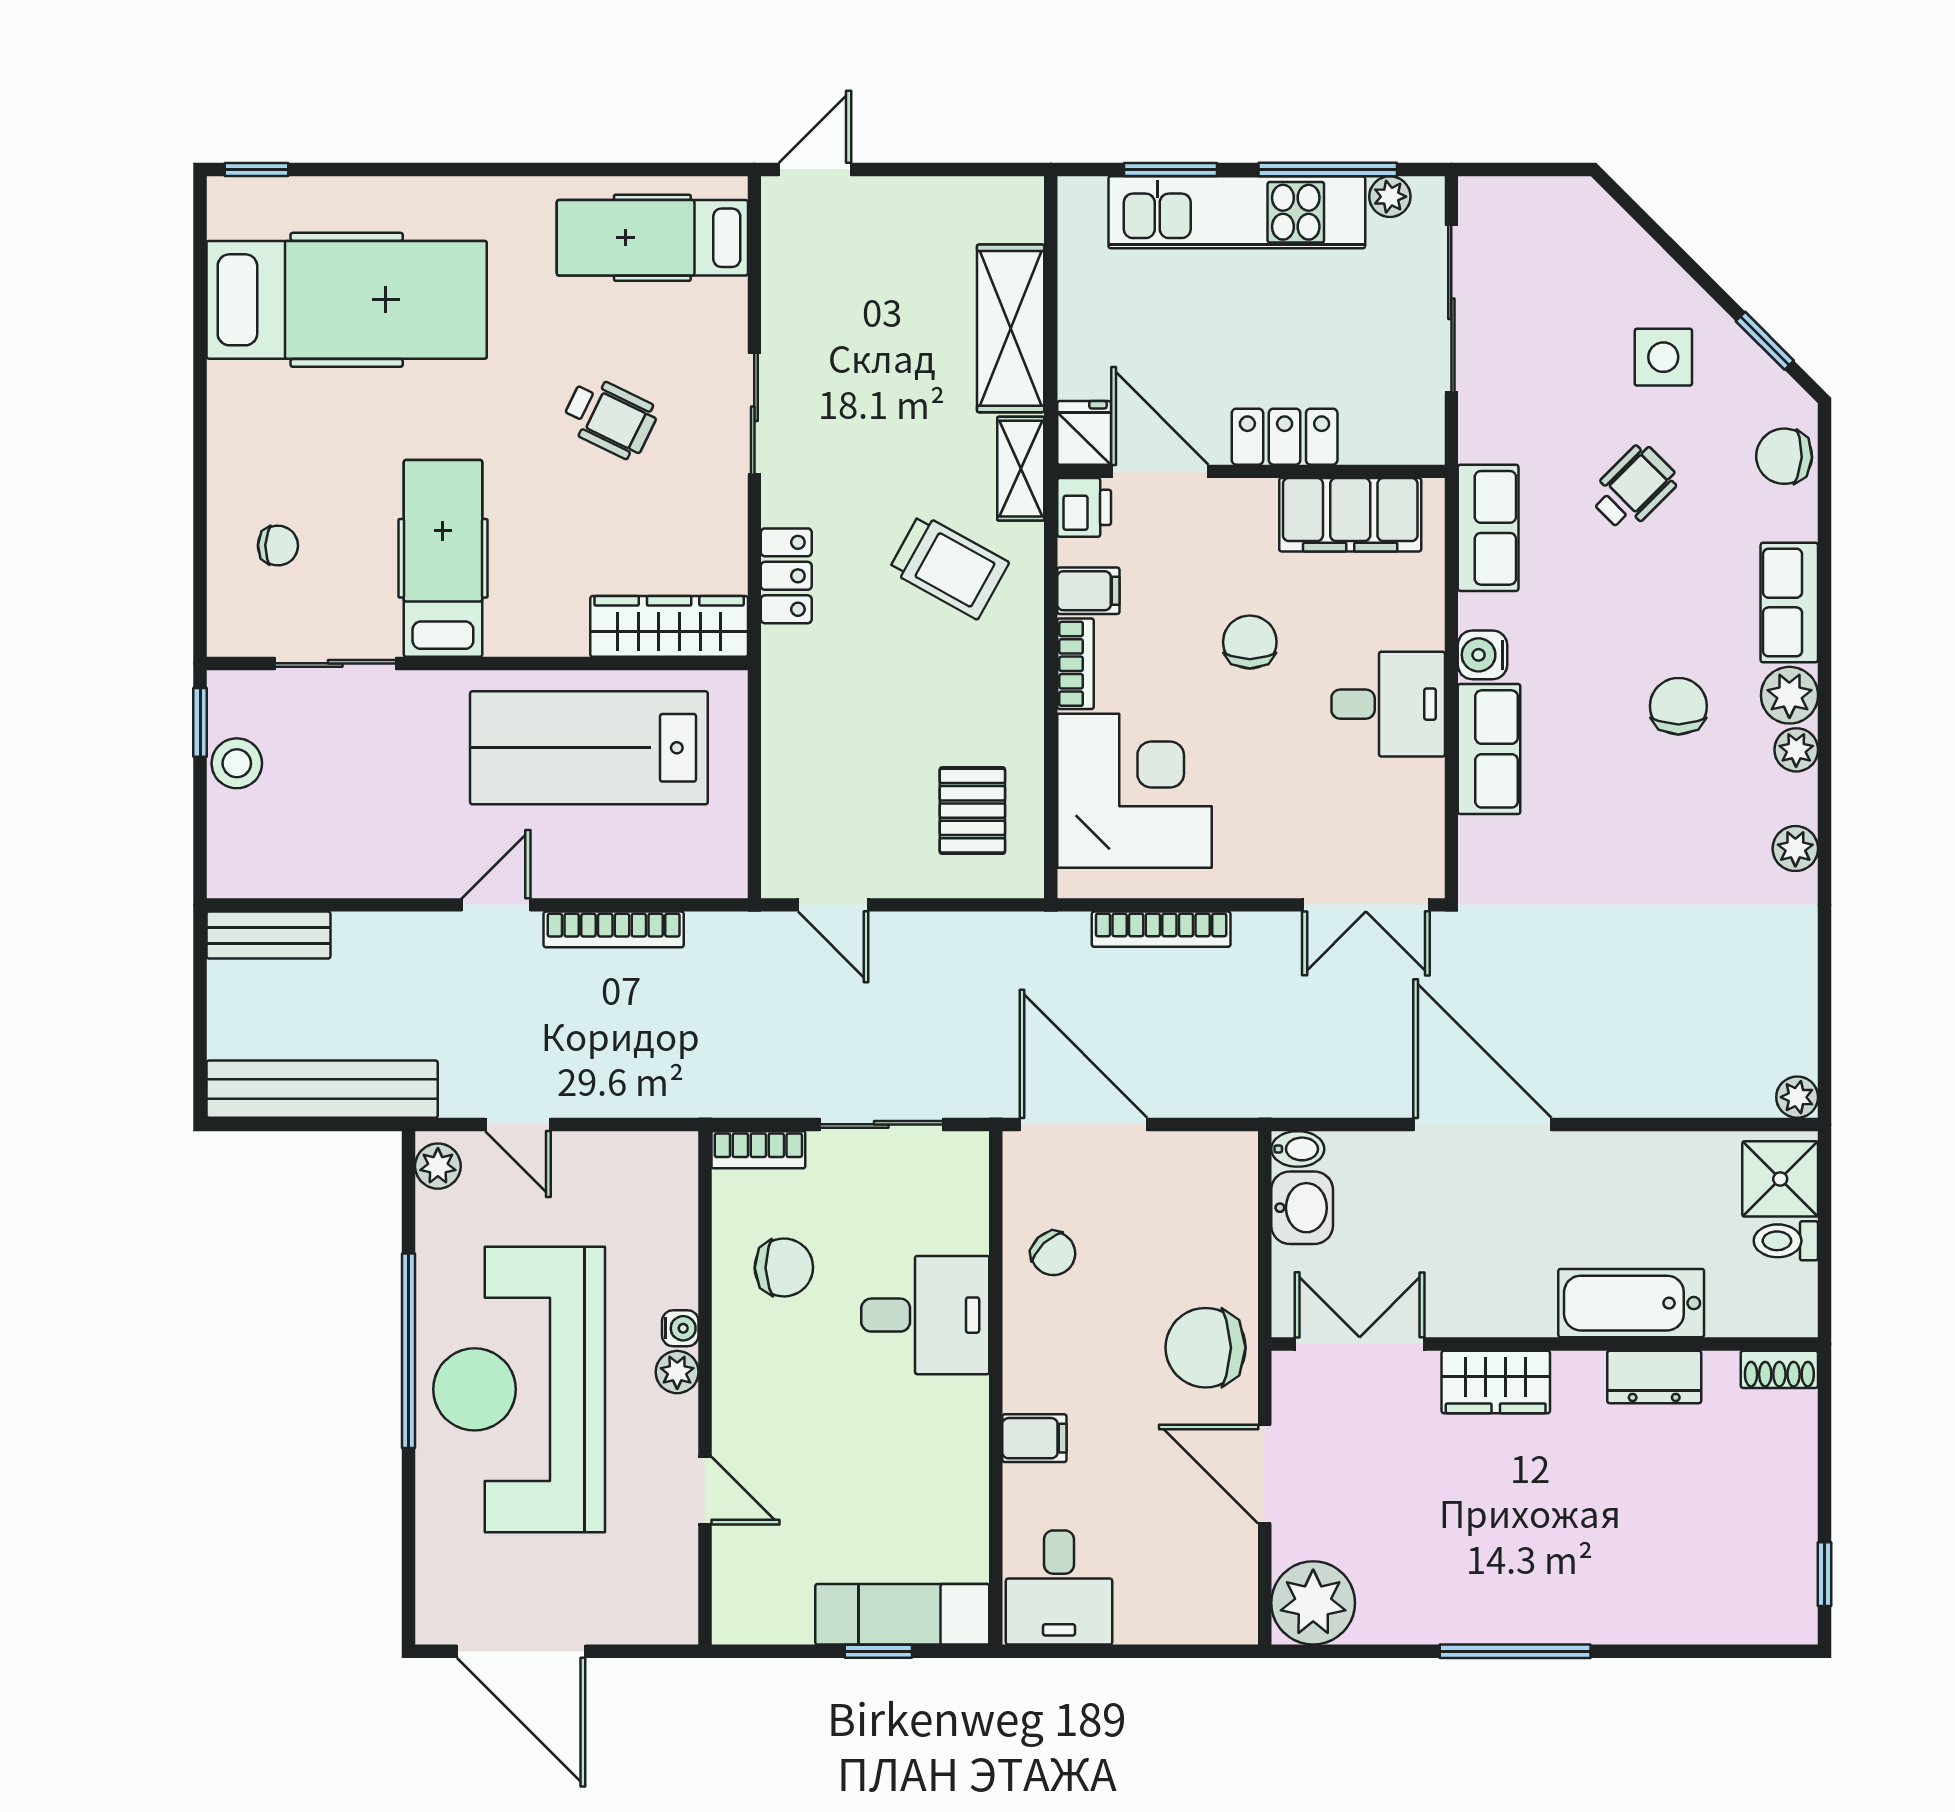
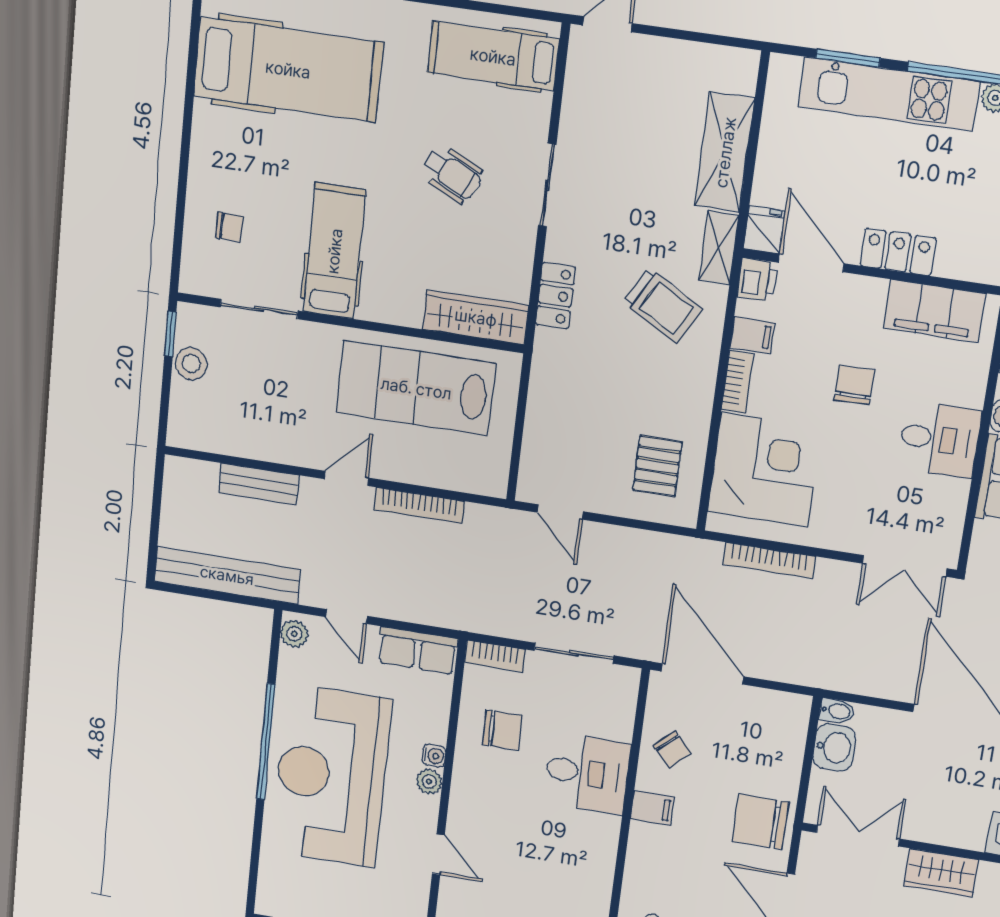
bench: (268, 935) -> (259, 484), moved
row of seats: (636, 1161) -> (418, 651), added
filing cabinet: (1034, 1438) -> (652, 808), moved

